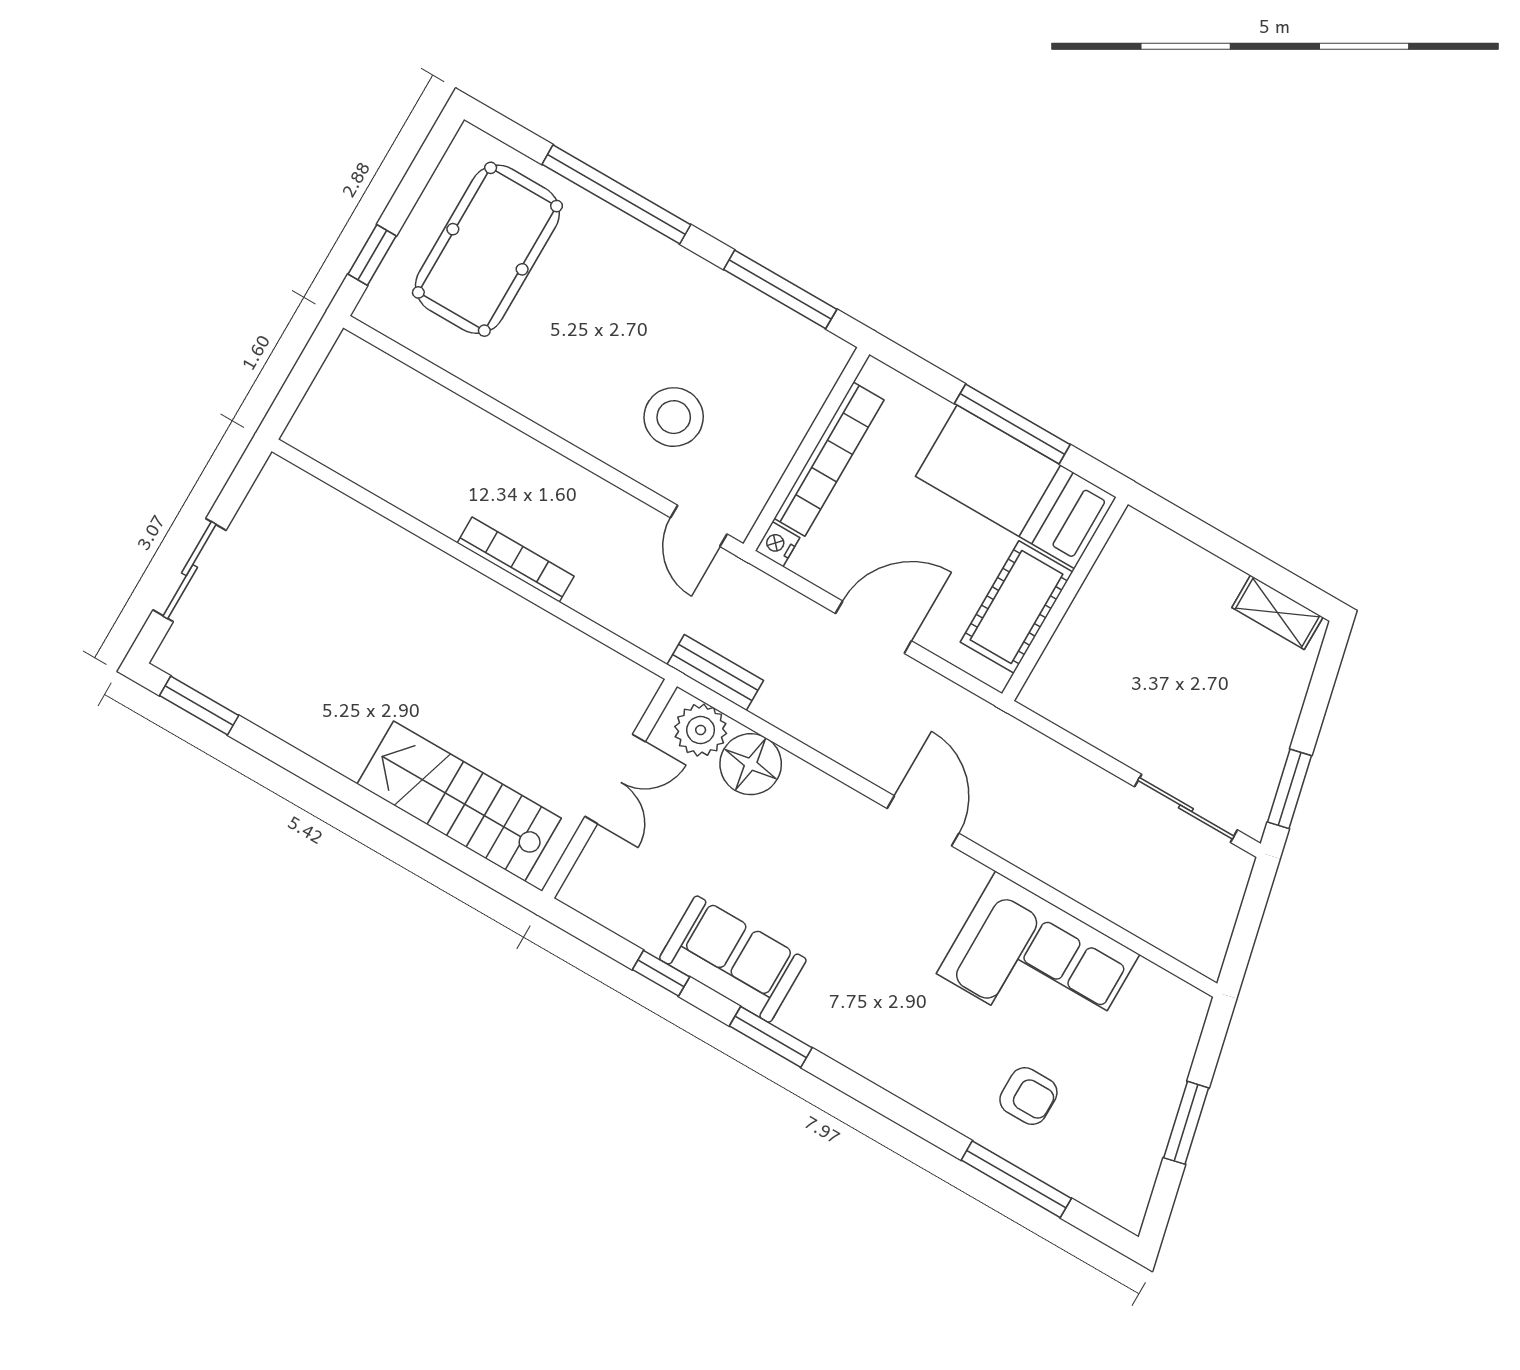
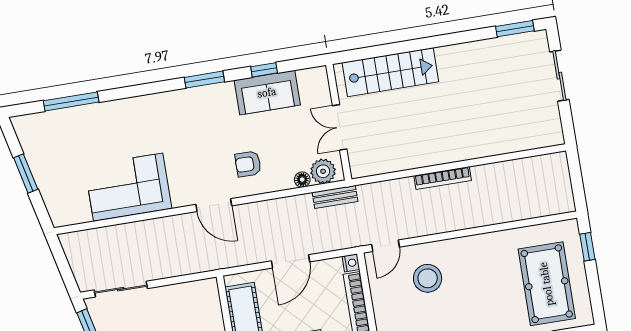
door: (699, 526) -> (385, 246), swing flipped
floor lamp: (751, 764) -> (302, 180), width x0.53, depth x0.53
sofa: (733, 959) -> (267, 93), moved
armchair: (1028, 1096) -> (248, 164), moved

